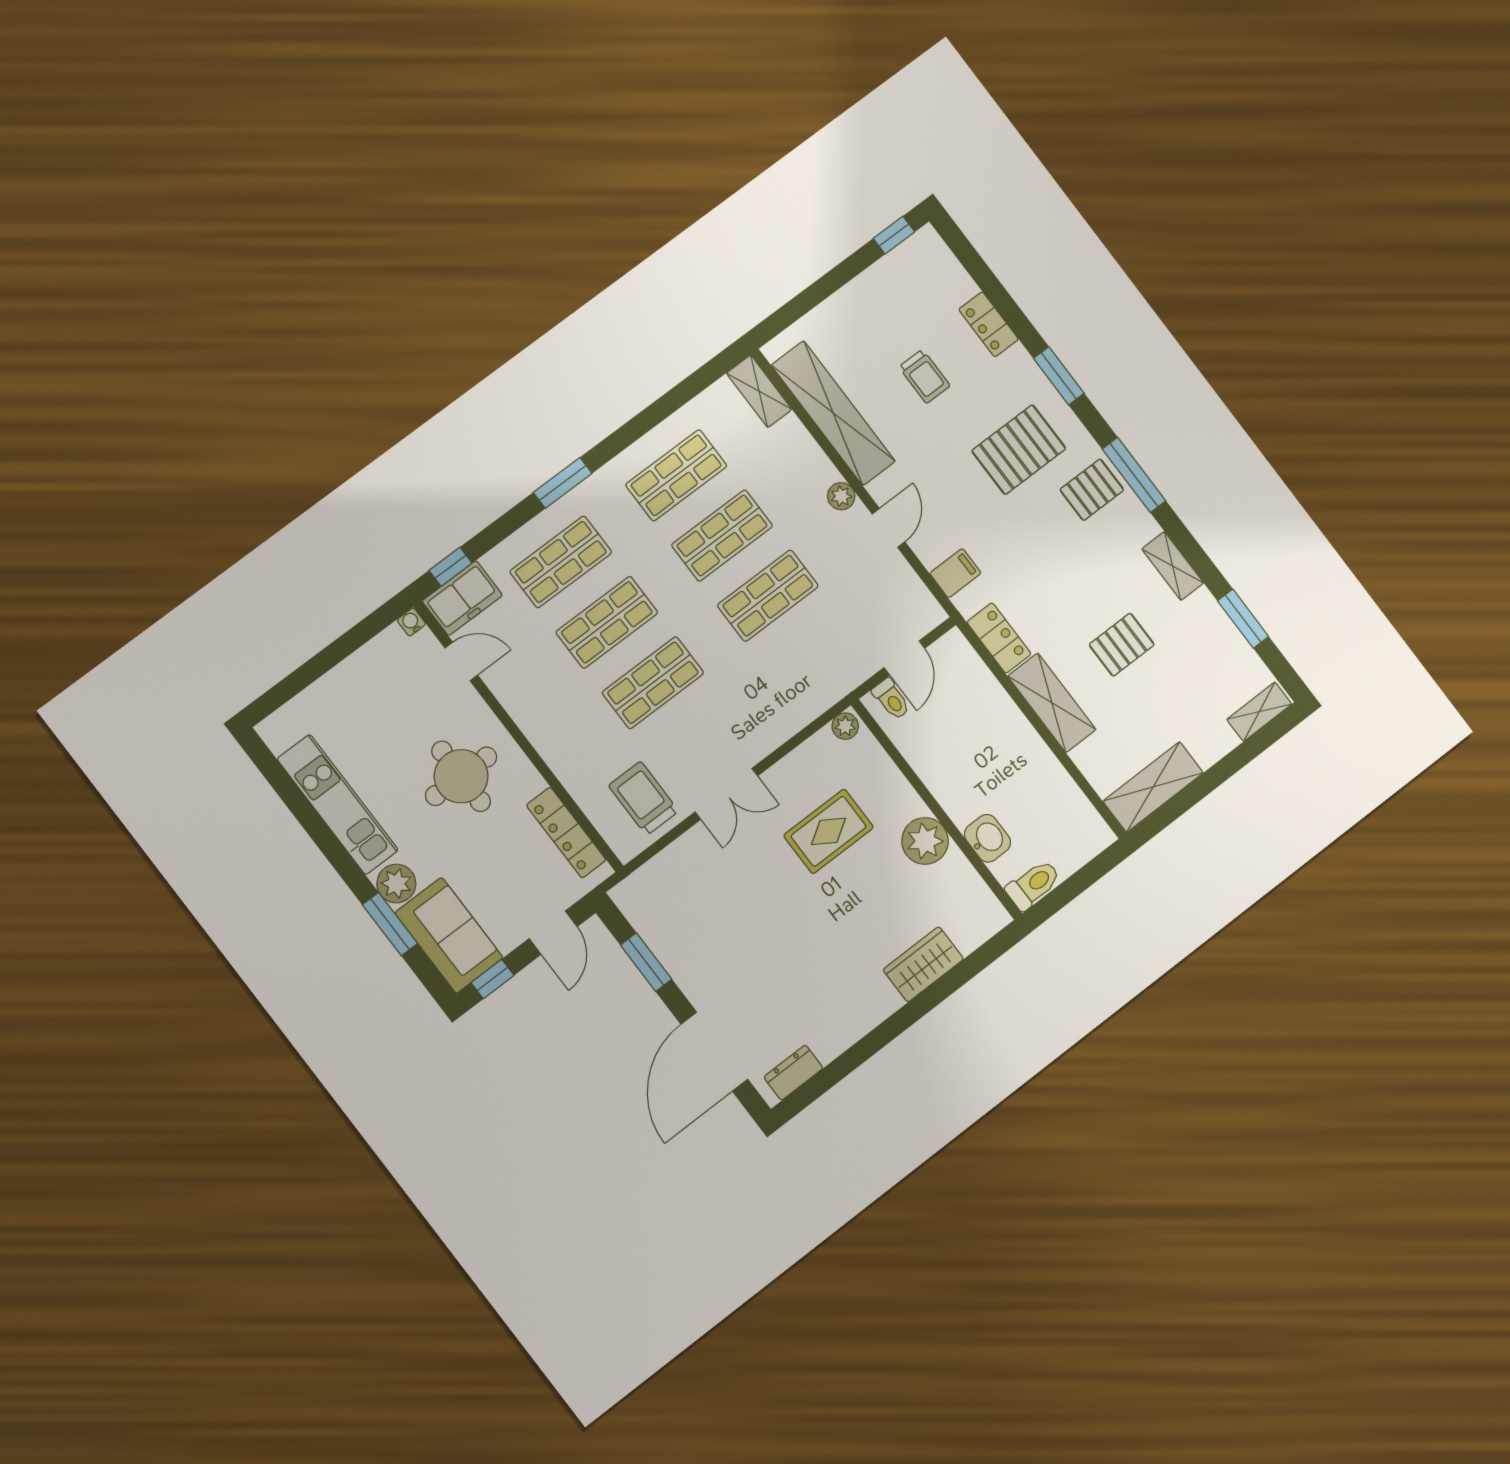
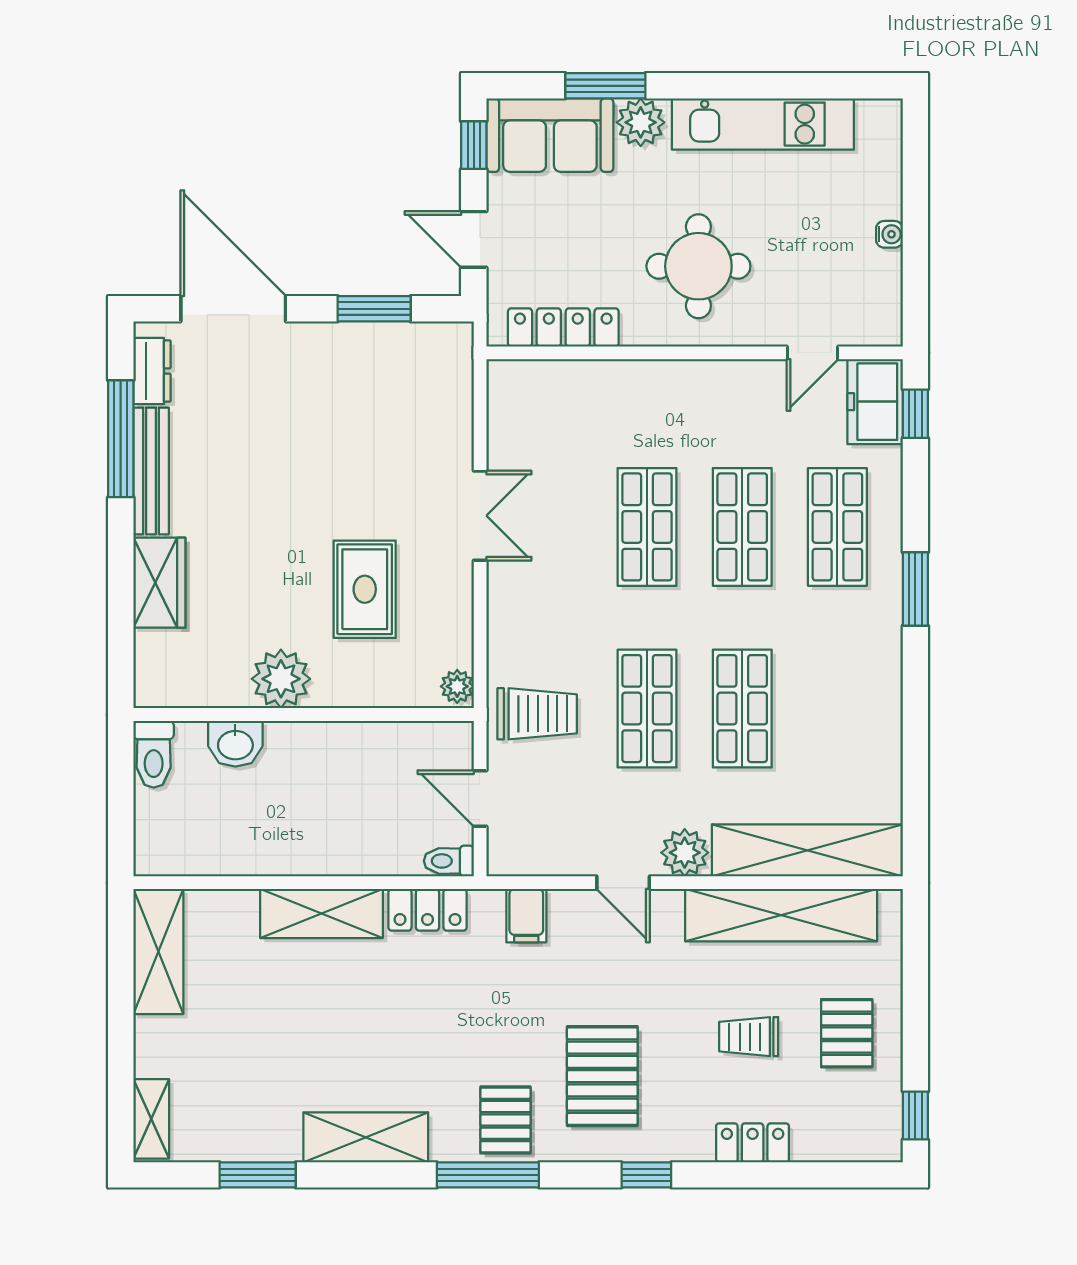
window: (1059, 376) -> (646, 1175), width x0.67
shelving: (759, 391) -> (807, 850), width x2.20, depth x1.33
shop shelf: (676, 475) -> (837, 709), removed
plant: (841, 496) -> (685, 853), width x1.38, depth x1.38
shelving: (1173, 566) -> (366, 1137), width x1.50, depth x1.33
water cooler: (411, 622) -> (889, 234), moved
pallet: (1122, 645) -> (847, 1033), moved
toilet: (891, 699) -> (449, 861), moved
double door: (726, 794) -> (480, 516), swing flipped
trolley: (644, 798) -> (537, 714), moved
bench: (857, 1024) -> (151, 471), added
window: (851, 1059) -> (121, 439), added

